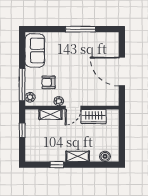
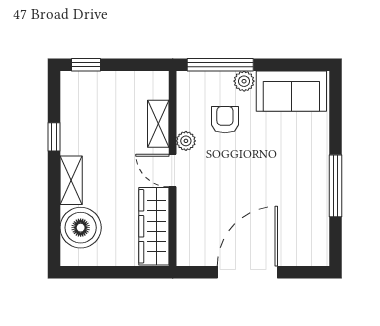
plant: (30, 97) -> (244, 81), moved
wardrobe: (94, 117) -> (154, 226), width x1.50
window: (22, 130) -> (86, 65), moved
boiler: (105, 156) -> (81, 228), width x1.86, depth x1.86

